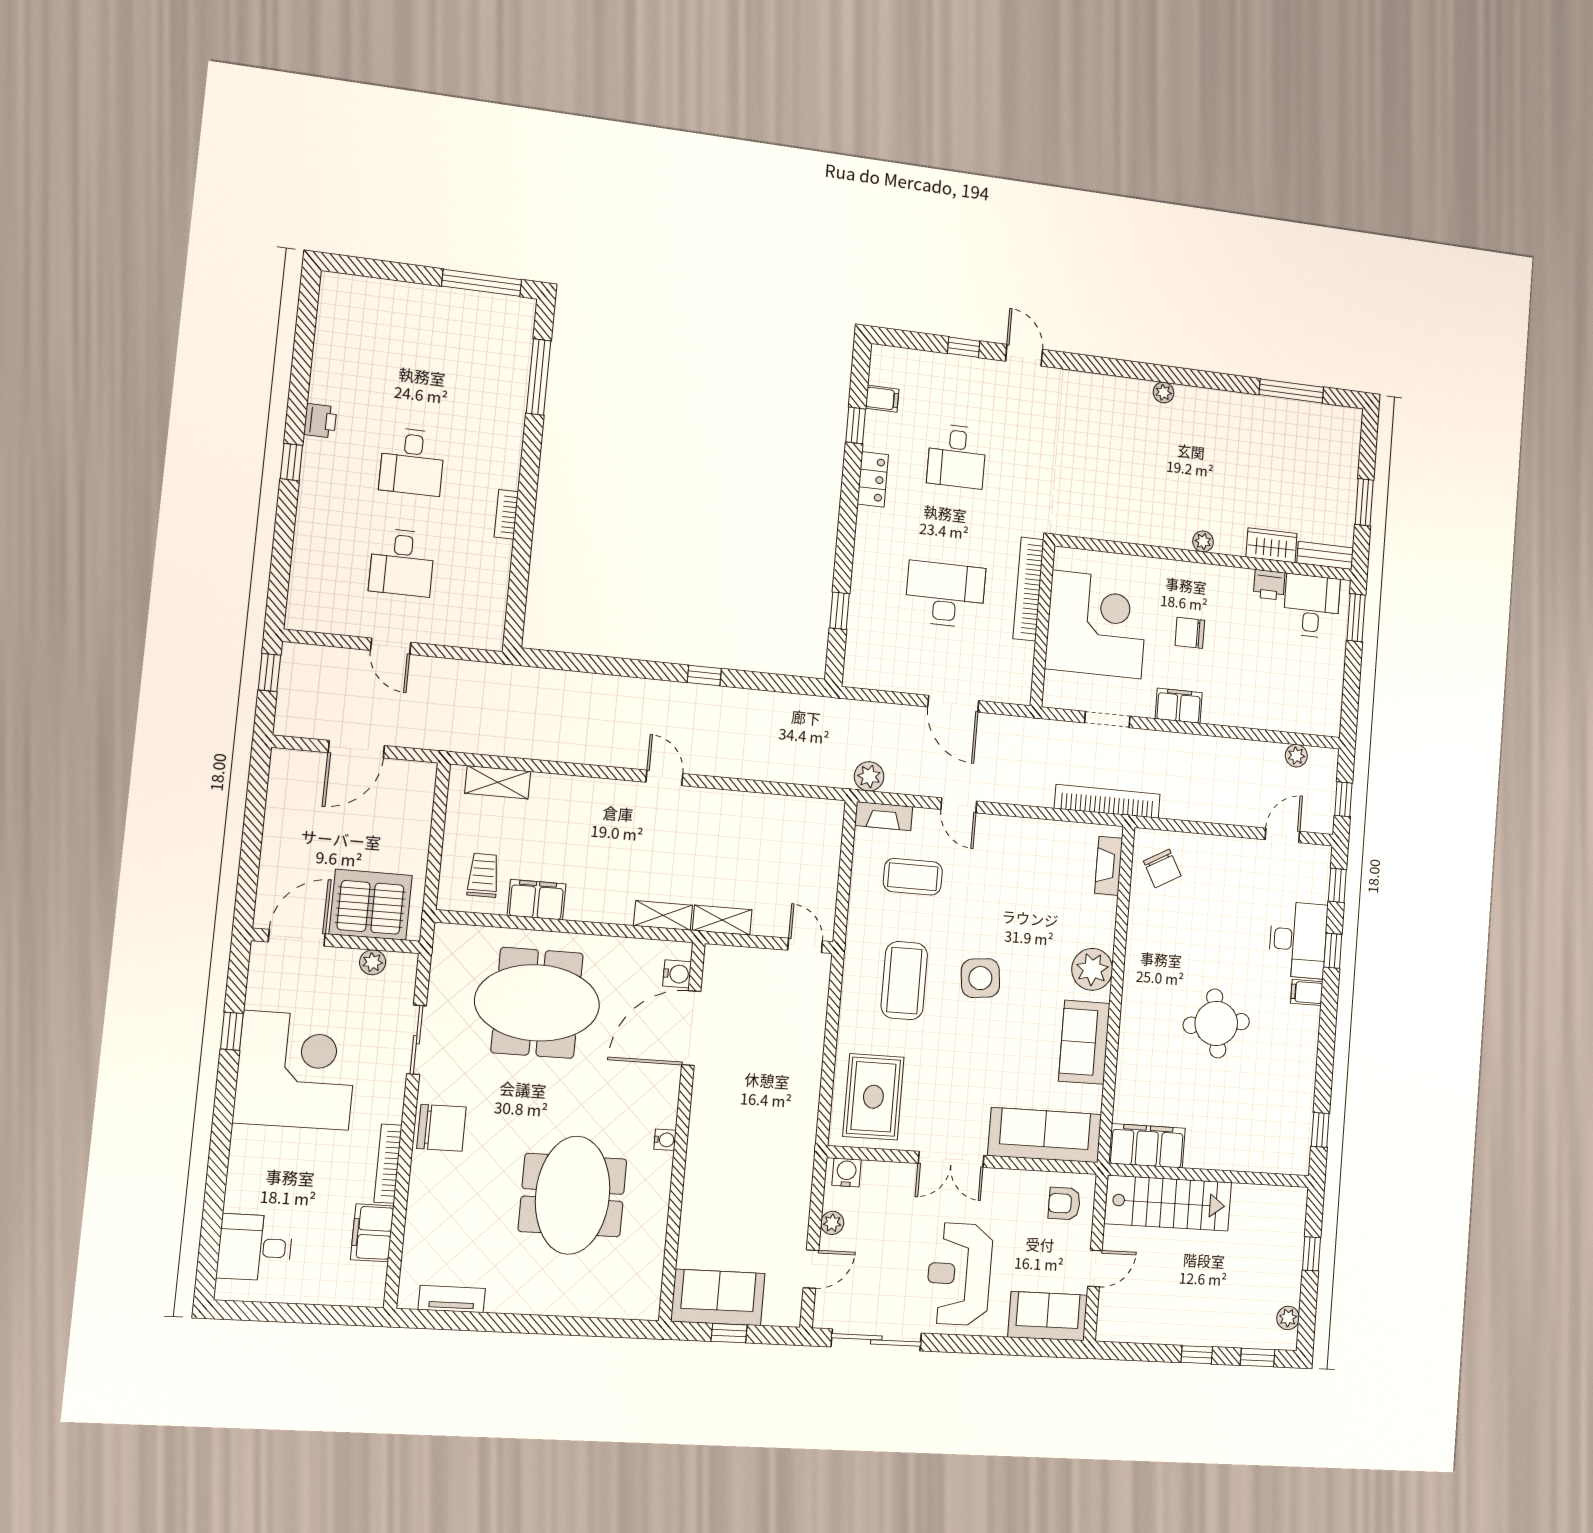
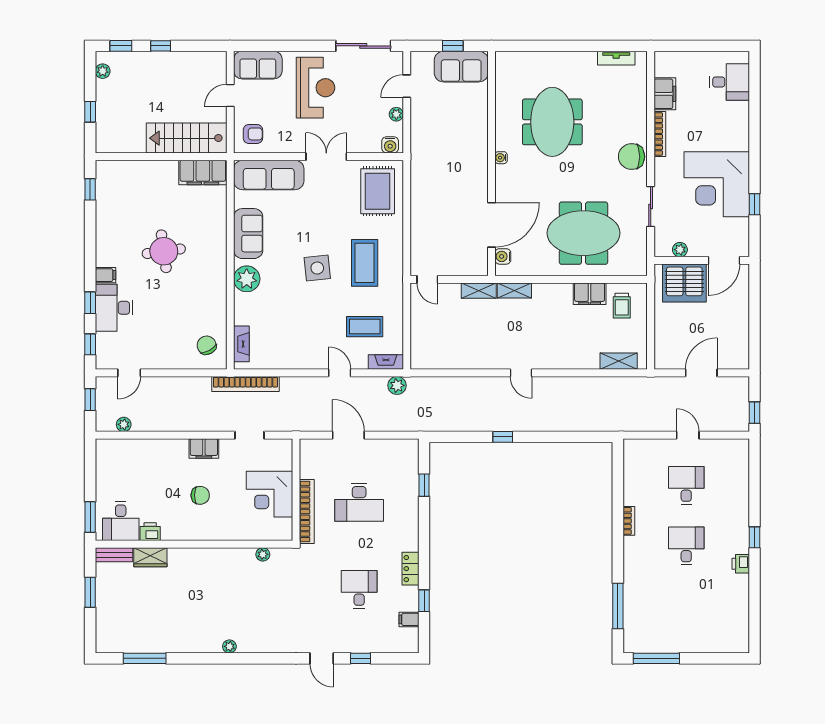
plant: (1203, 541) -> (263, 554), moved
corner desk: (1097, 625) -> (269, 494), width x0.74, depth x0.74

